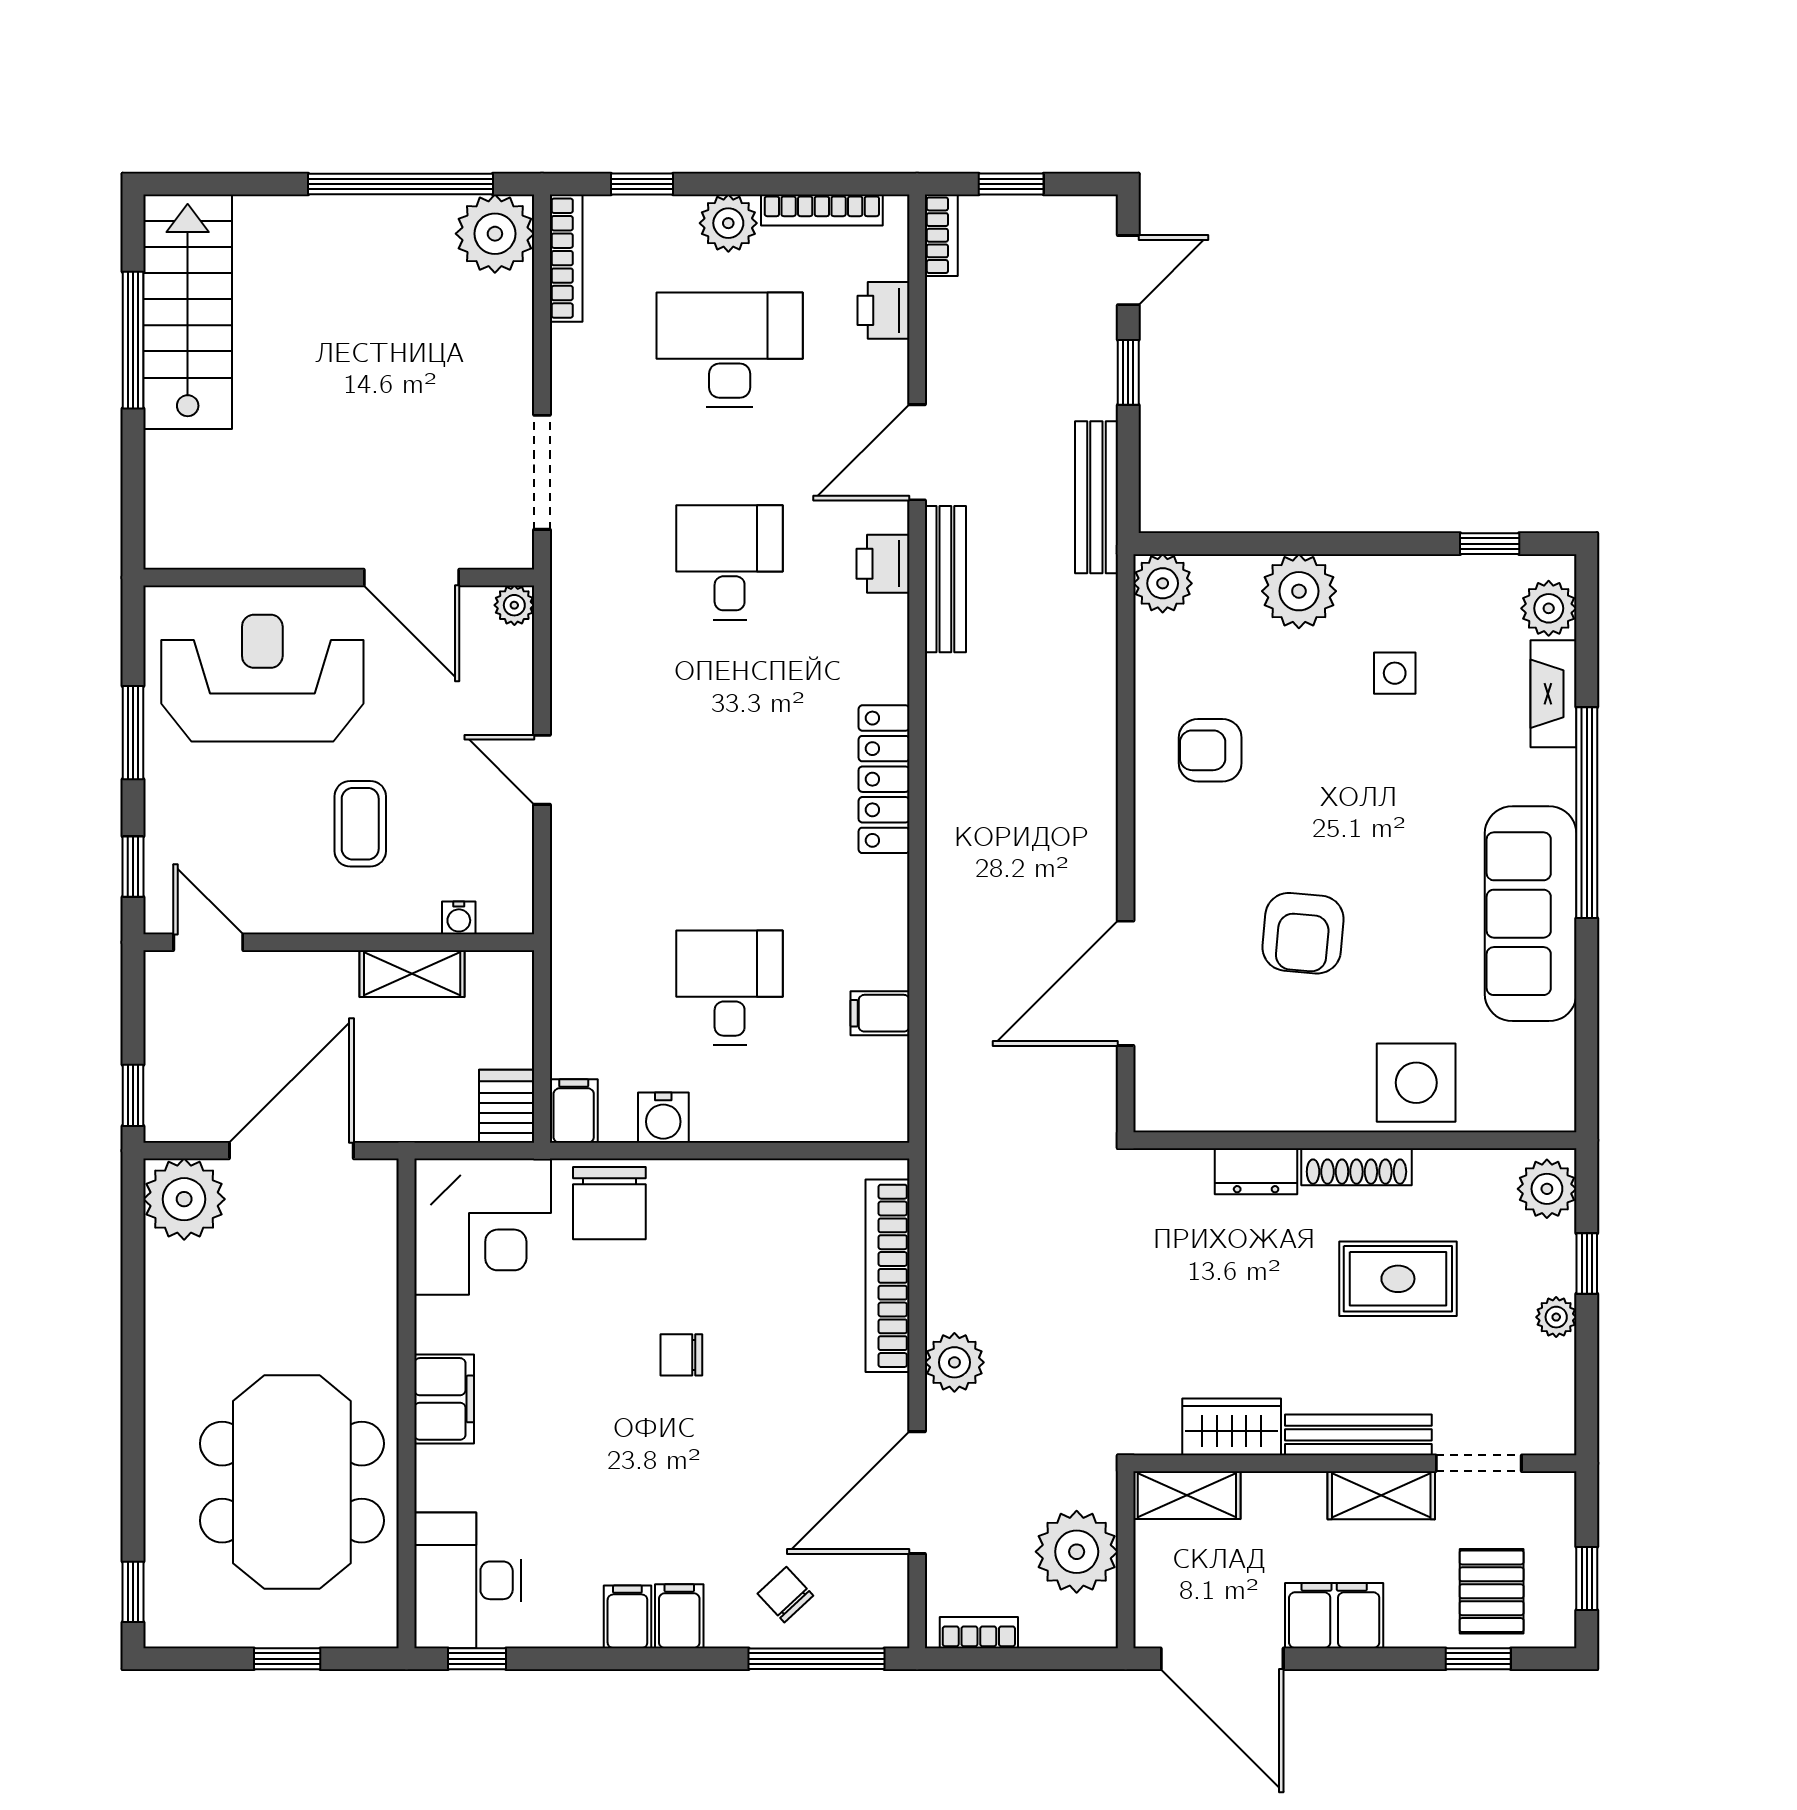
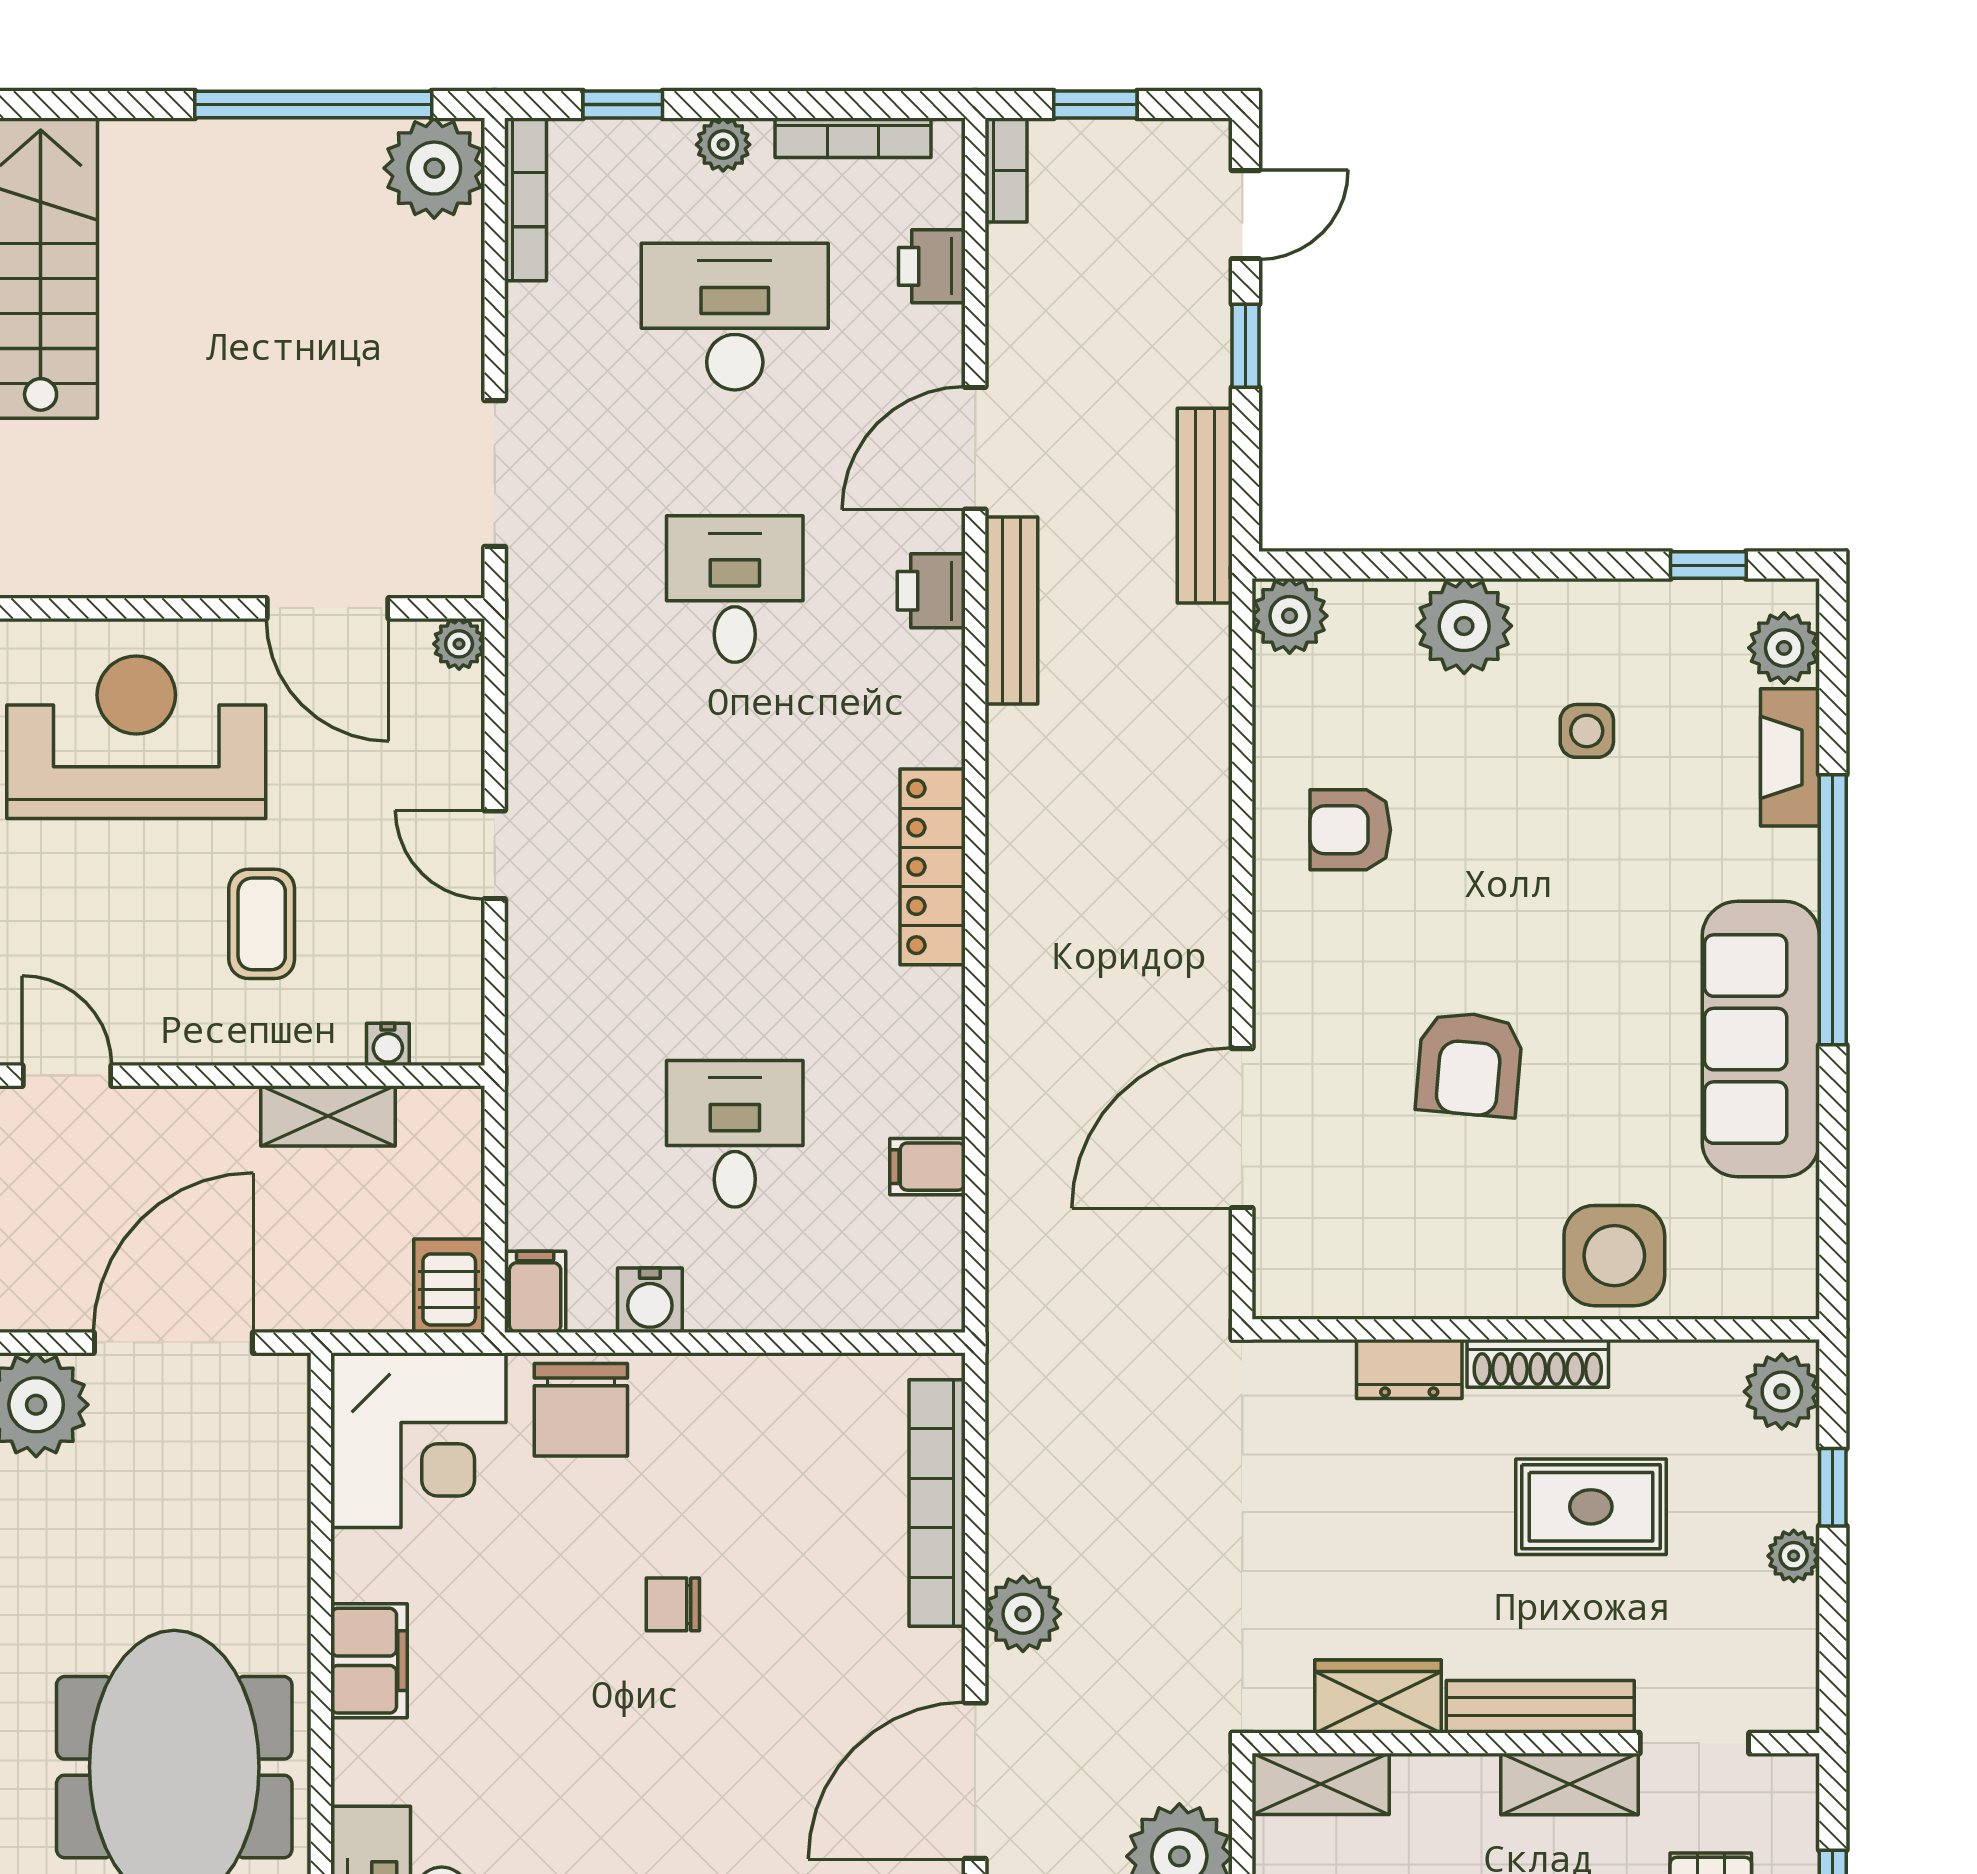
plant: (728, 223) -> (723, 145), width x0.73, depth x0.73

